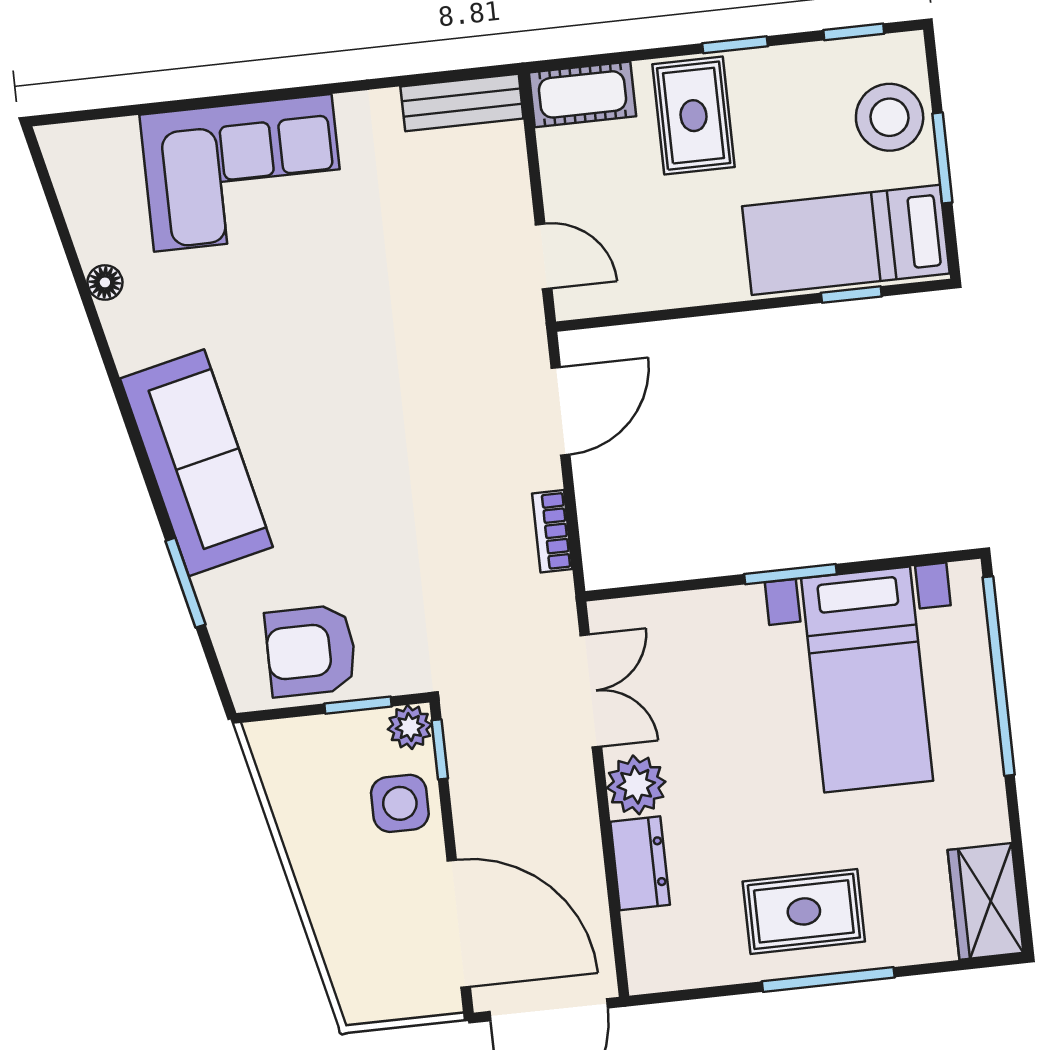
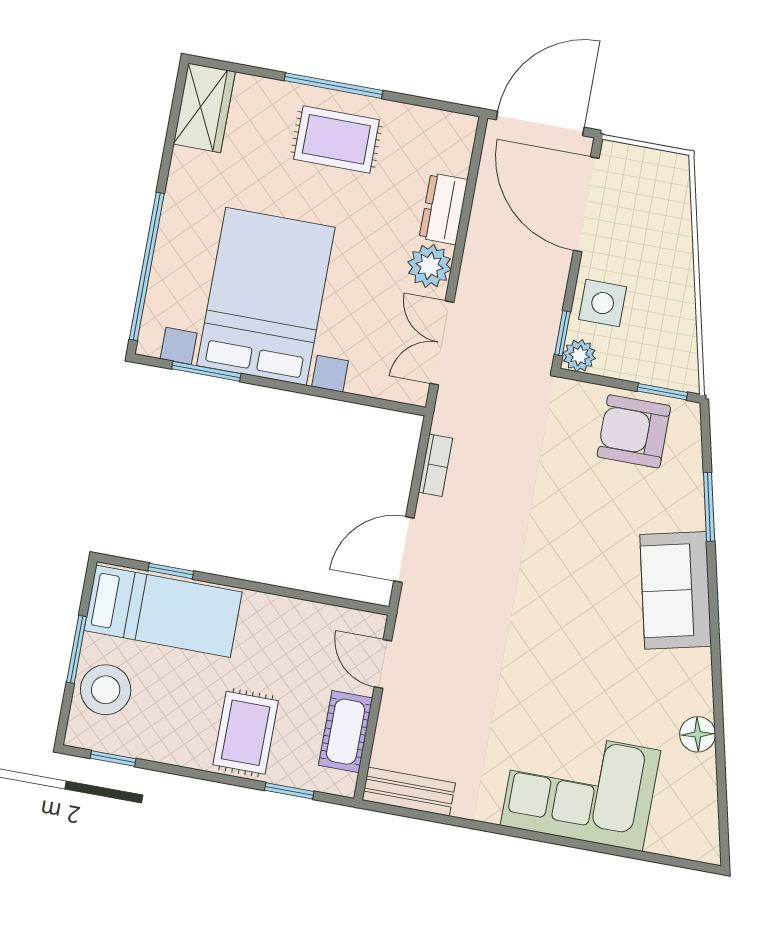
window: (735, 45) -> (289, 791), moved
cot: (583, 94) -> (346, 732), moved, turned 90
floor lamp: (105, 282) -> (698, 734), width x1.37, depth x1.37
sofa: (196, 463) -> (676, 590), width x0.73
window: (790, 574) -> (206, 371), moved
armchair: (311, 651) -> (634, 431), turned 180
bed with nightstands: (867, 680) -> (266, 296), width x1.36
window: (358, 705) -> (662, 392), moved

